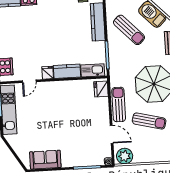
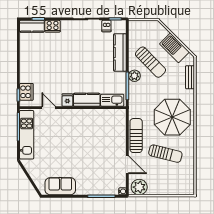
plant: (114, 45) -> (134, 76), added
door: (29, 81) -> (49, 108), swing flipped
fridge: (101, 89) -> (119, 119), removed

